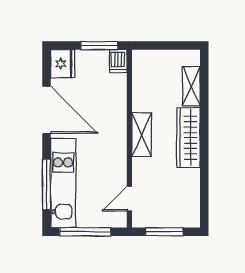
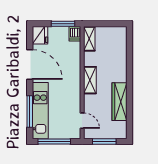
shelving: (191, 86) -> (89, 39), moved
wardrobe: (189, 138) -> (120, 102), moved
door: (129, 199) -> (82, 121), swing flipped

